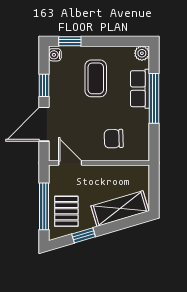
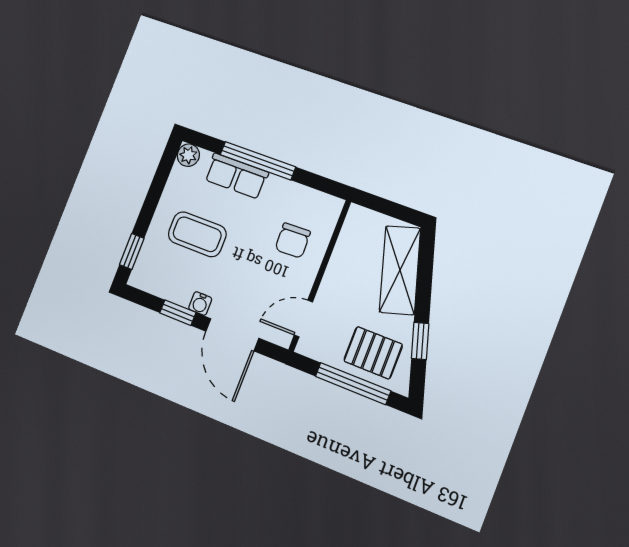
water cooler: (55, 55) -> (200, 304), moved

